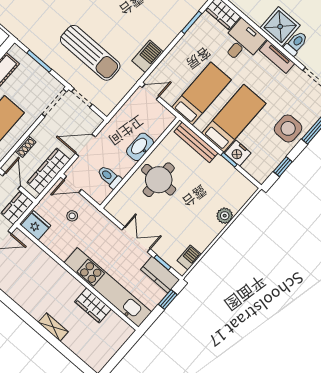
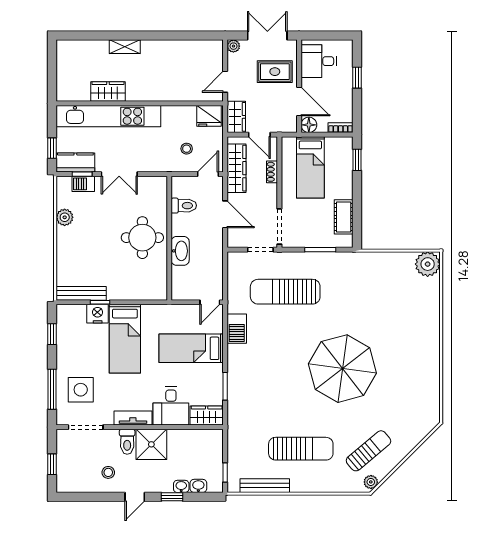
bed: (201, 94) -> (191, 348), moved, turned 90
side table: (288, 128) -> (81, 390), moved
bench: (196, 142) -> (81, 293), moved
door: (85, 145) -> (225, 214), hinge flipped
plant: (225, 216) -> (65, 217), moved
barbecue: (189, 258) -> (83, 184), moved, turned 90

